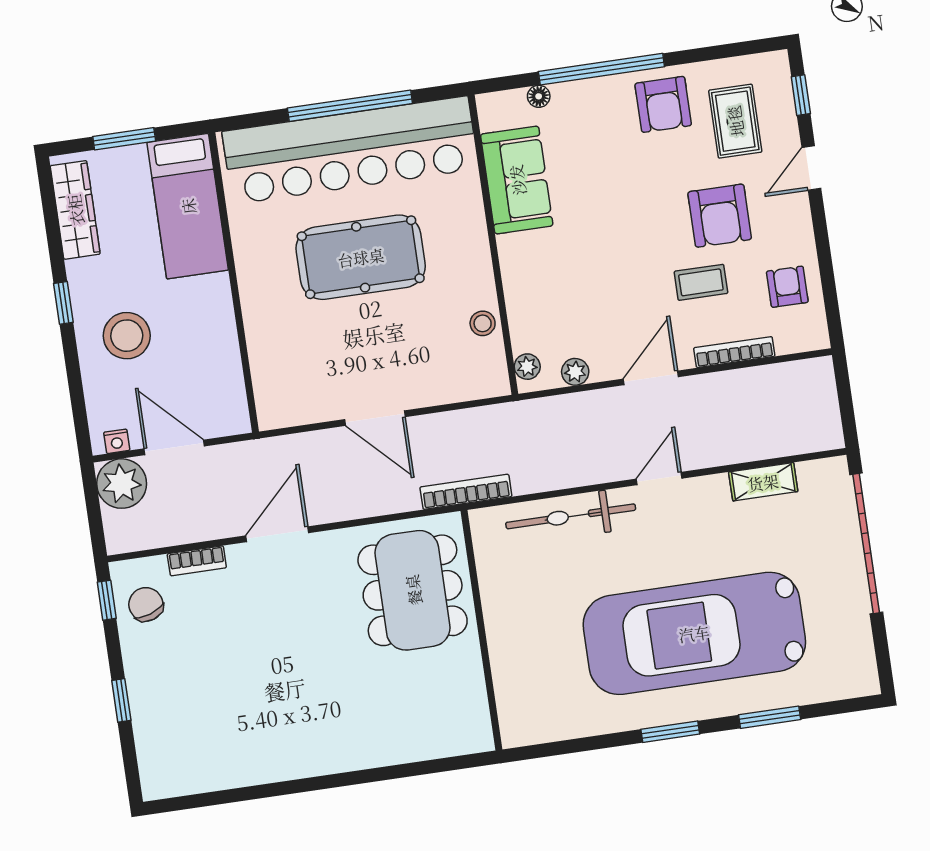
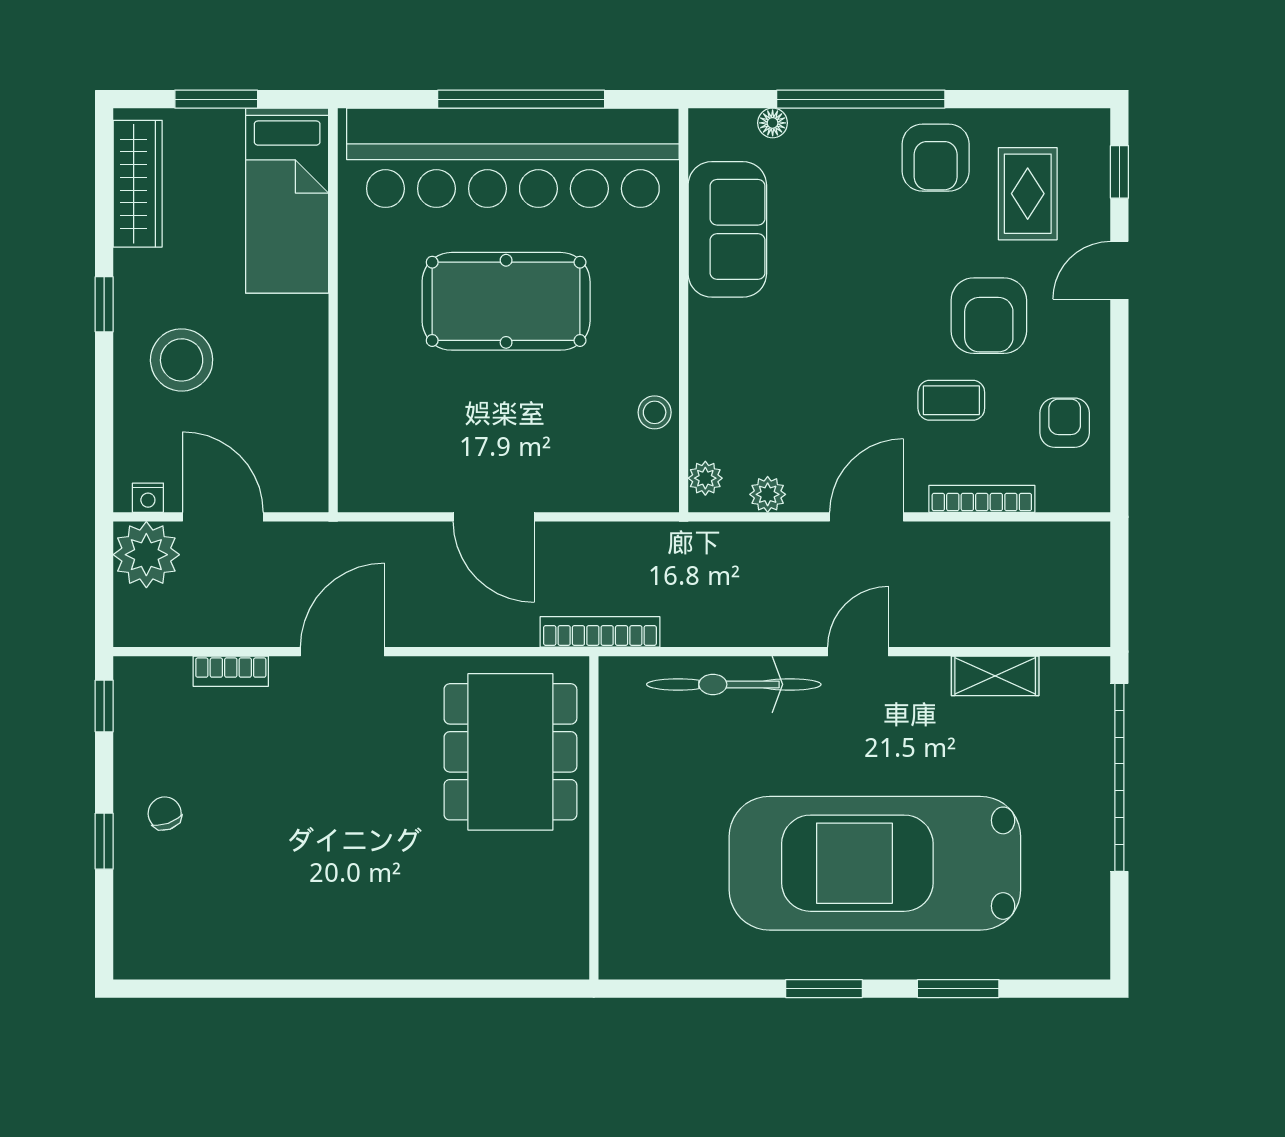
chair: (146, 604) -> (165, 813), moved, width x0.73, depth x0.73

